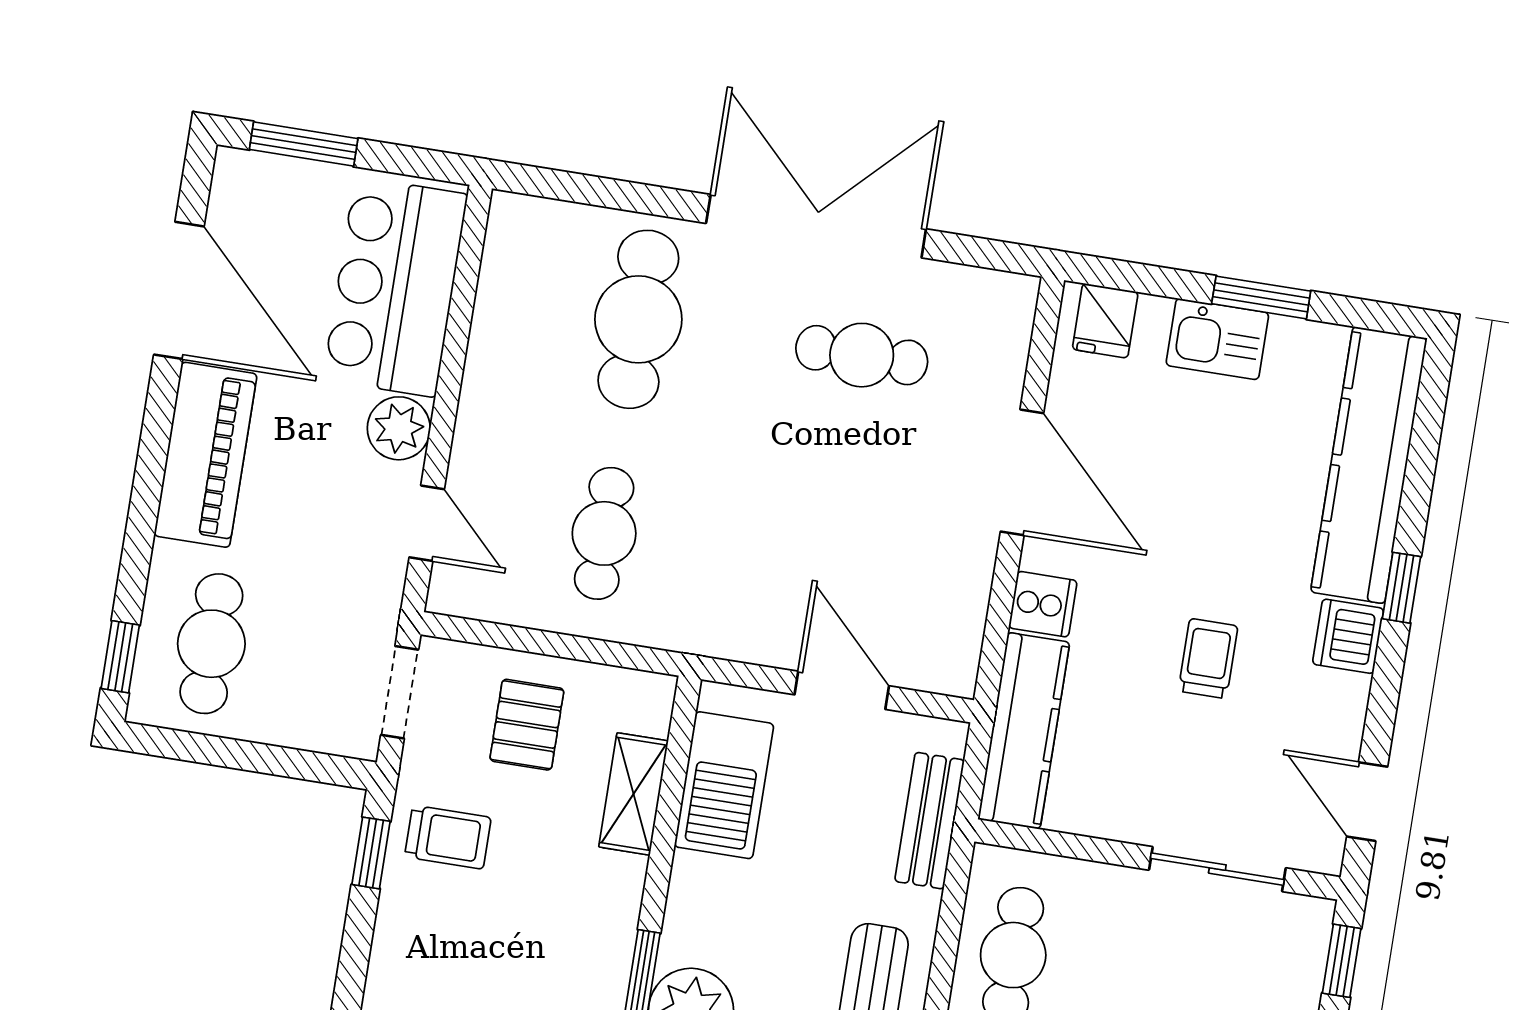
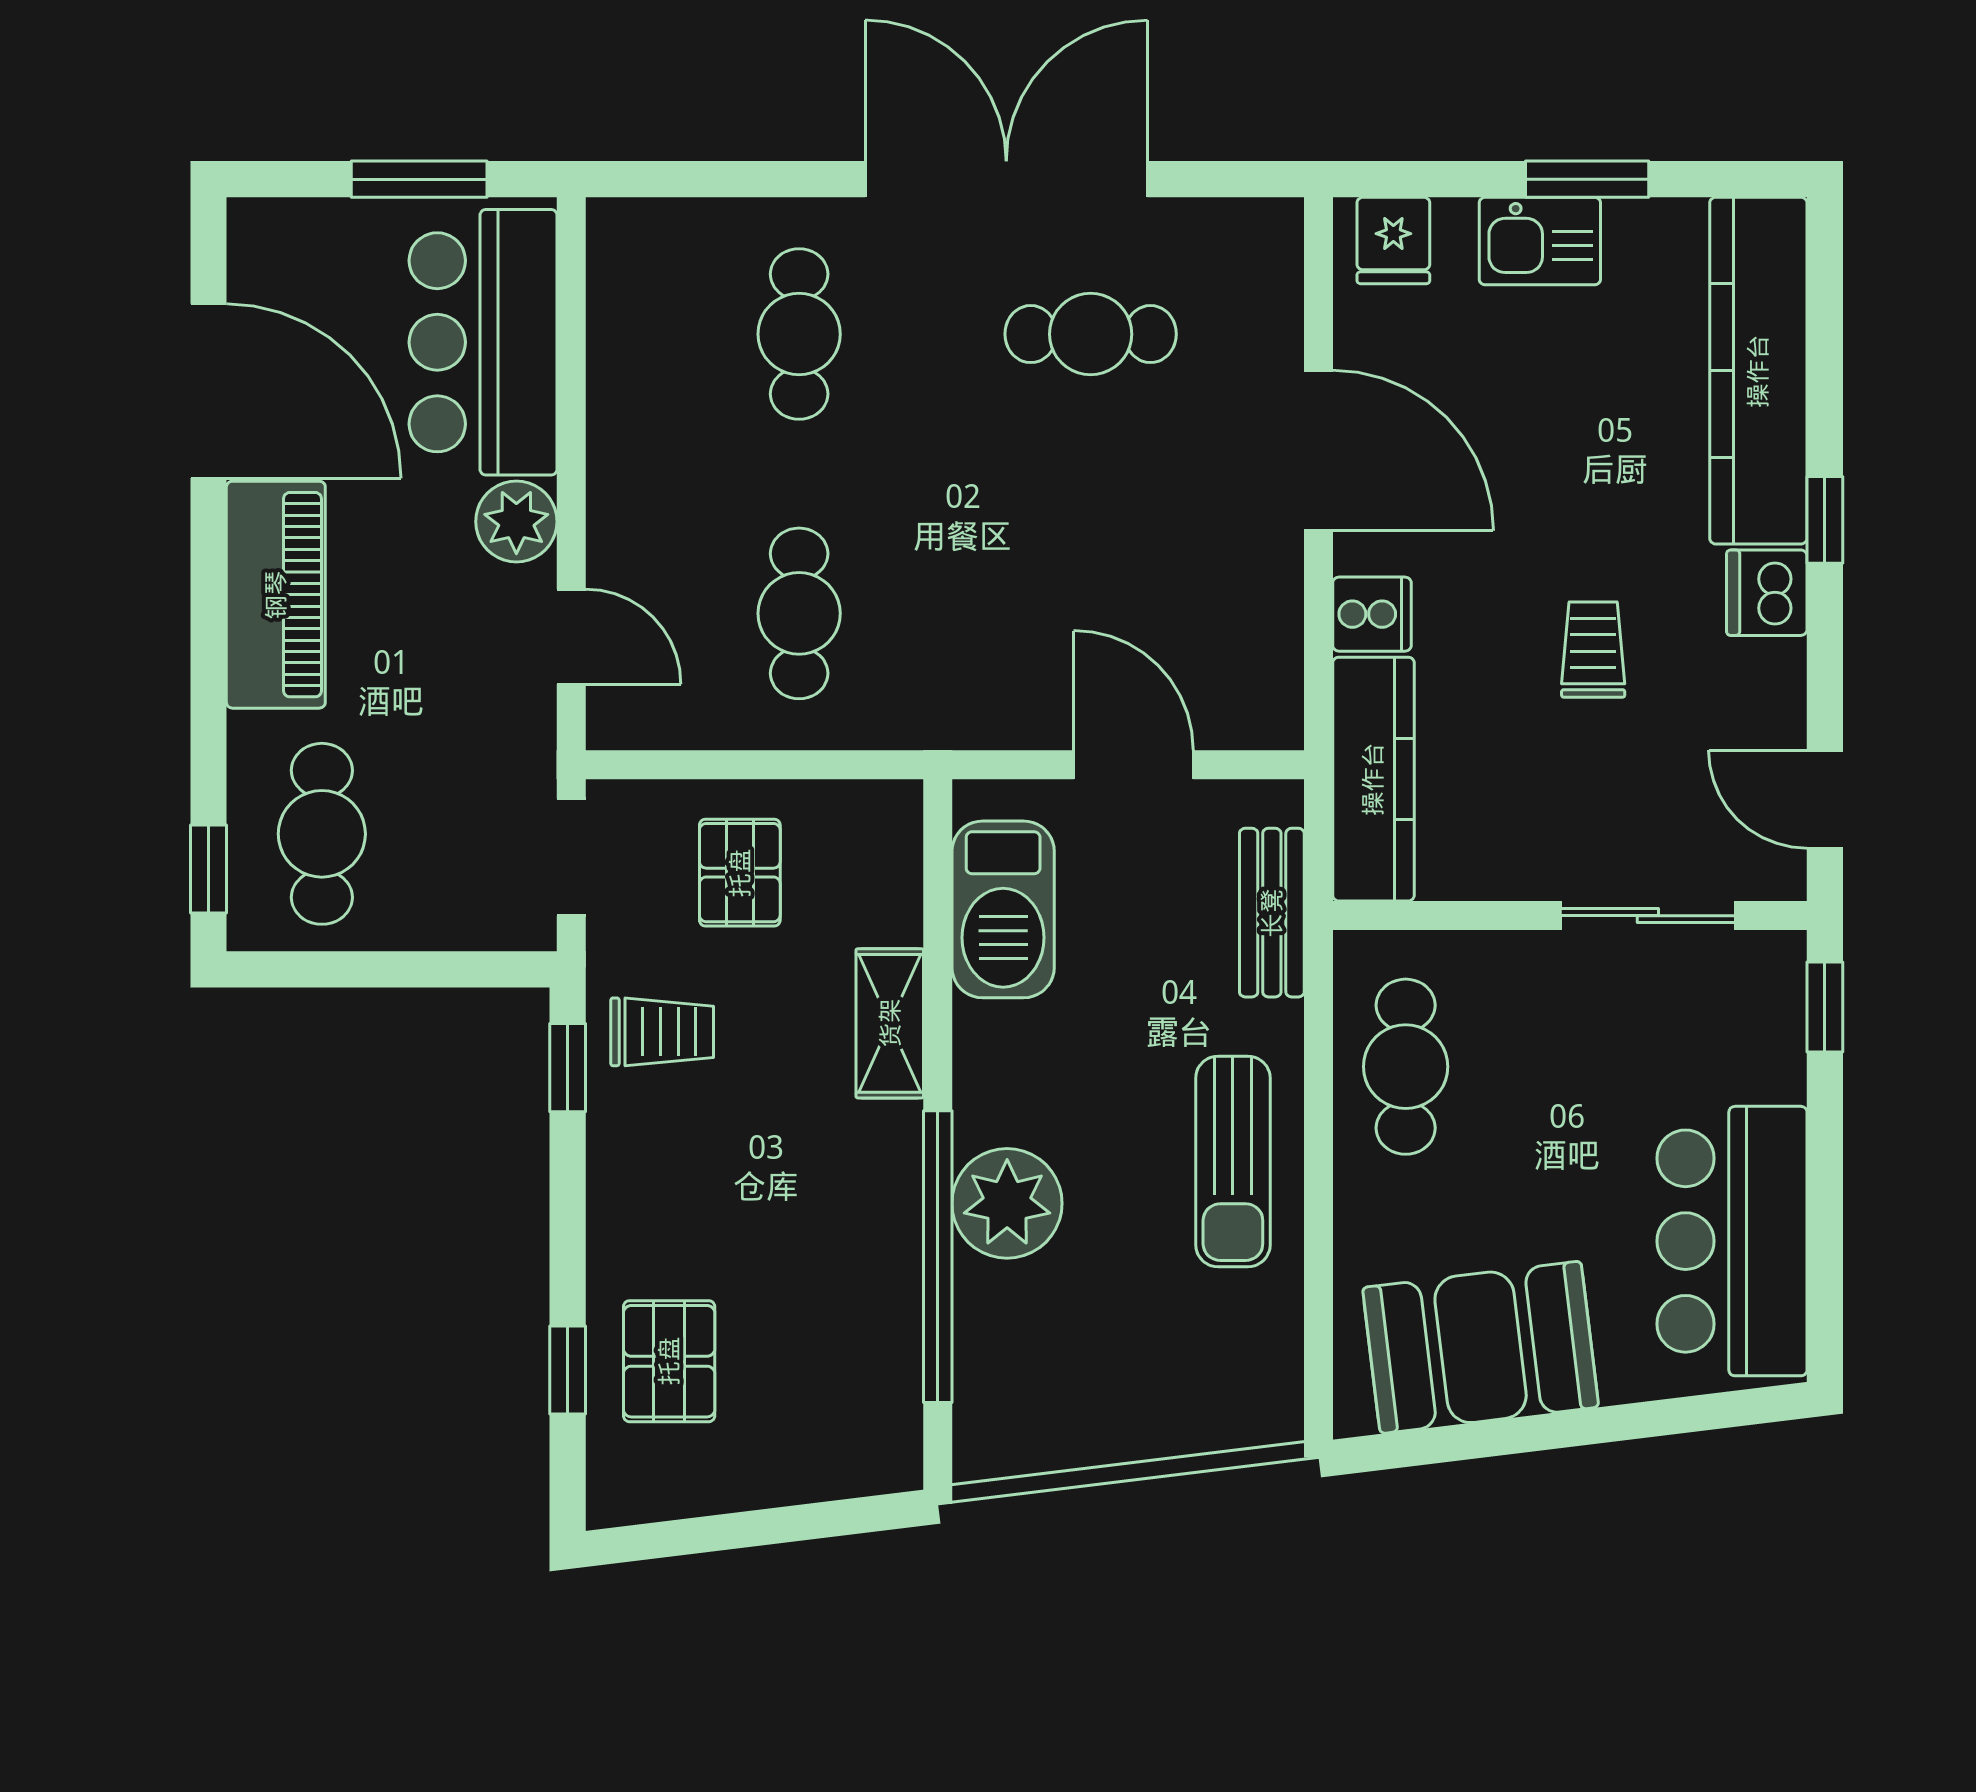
window: (304, 144) -> (419, 179), moved
cafe table: (638, 319) -> (799, 334), width x0.73, depth x0.74
shelving: (634, 794) -> (890, 1023), moved

